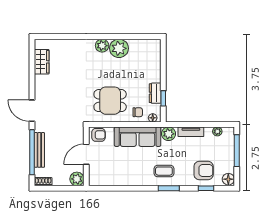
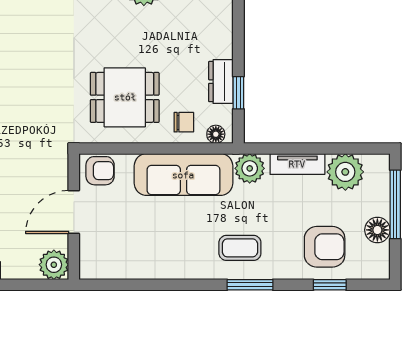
plant: (217, 131) -> (345, 172), width x1.87, depth x1.87
floor lamp: (228, 179) -> (377, 230), moved

